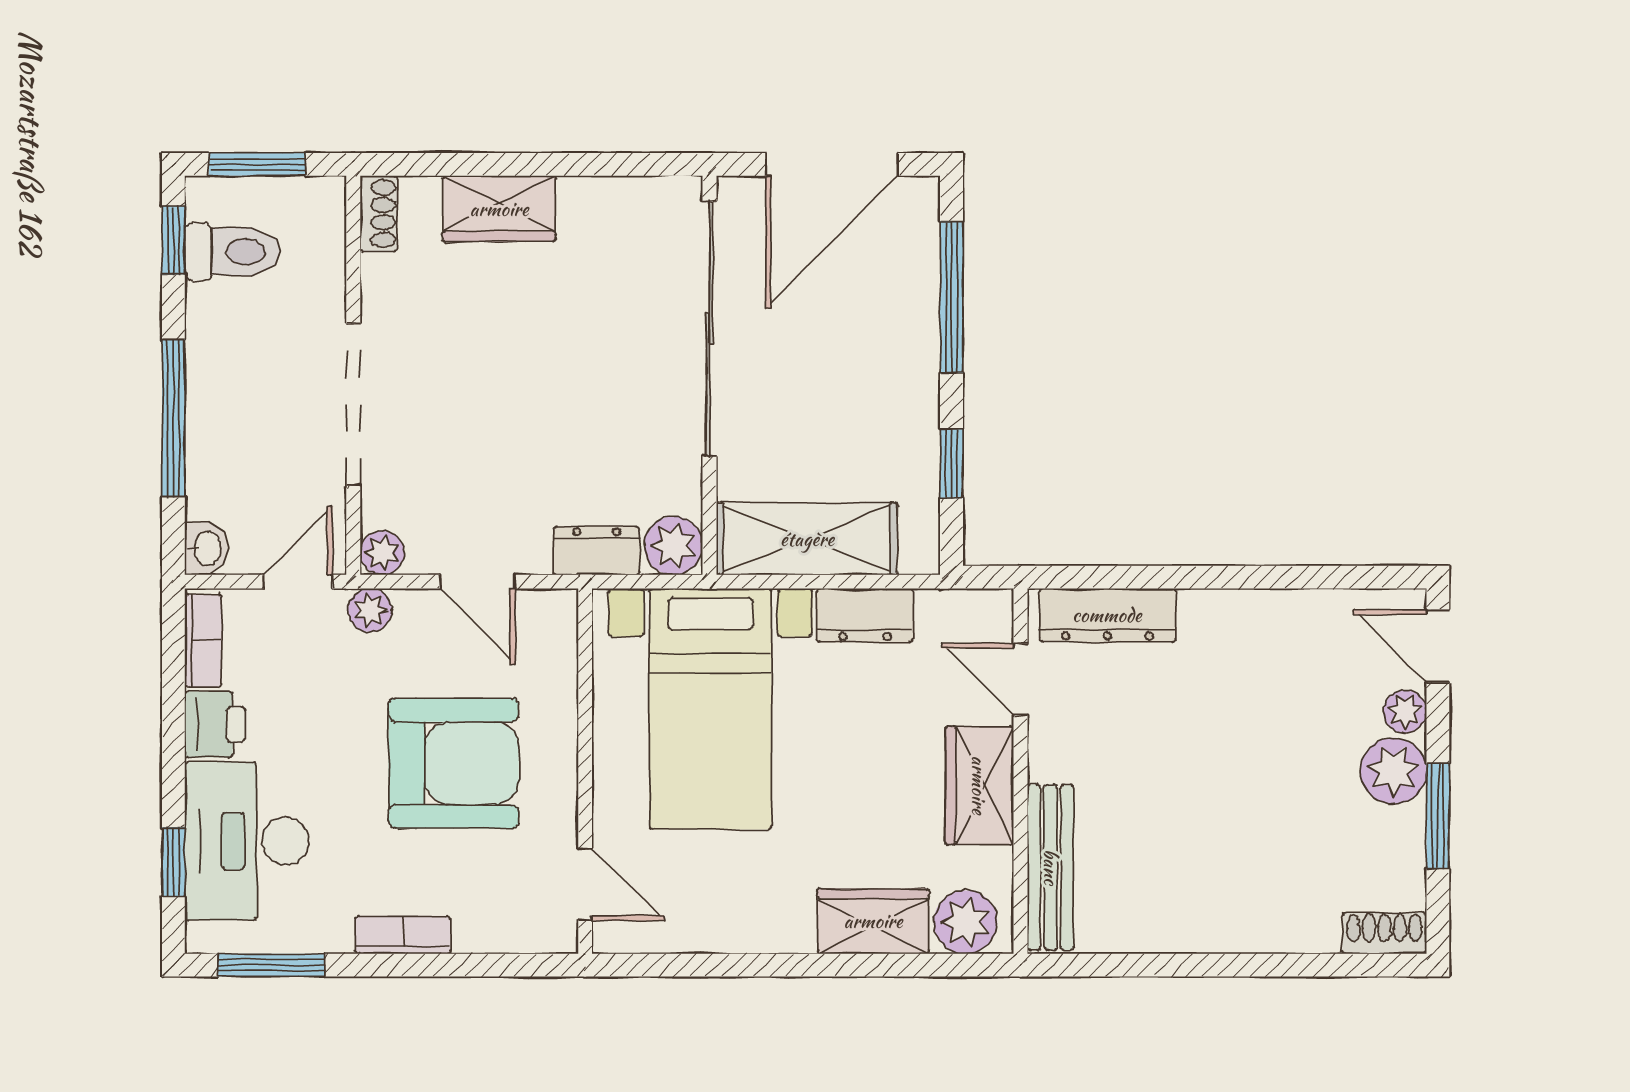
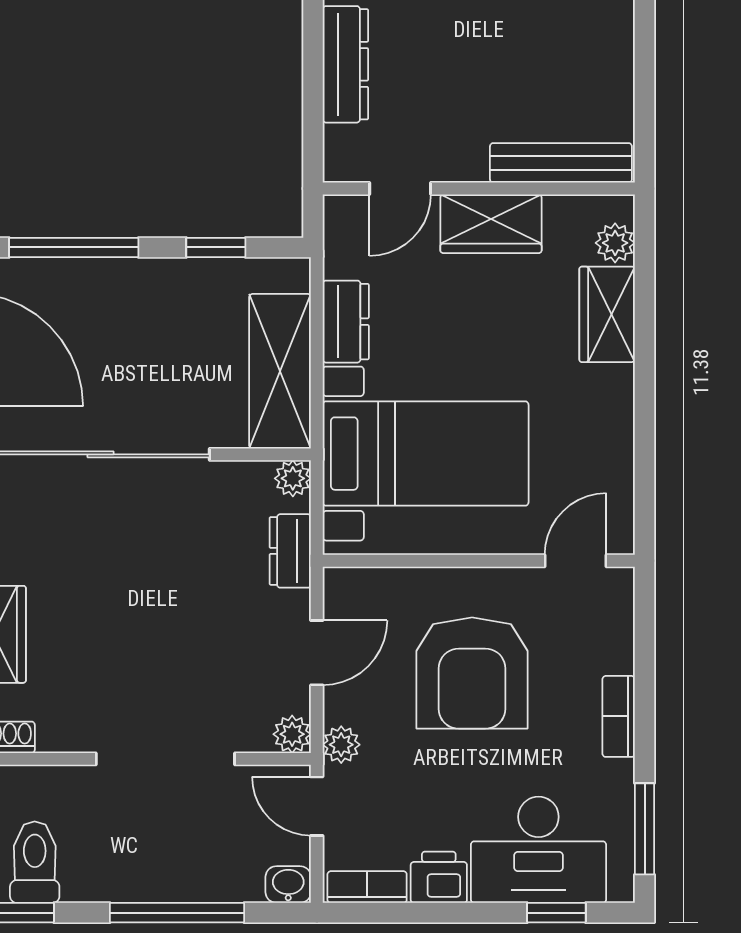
plant: (673, 546) -> (293, 478), width x0.73, depth x0.73
dresser: (1107, 615) -> (345, 64), moved
armchair: (454, 763) -> (472, 673), turned 180
plant: (966, 922) -> (615, 243), width x0.73, depth x0.73

